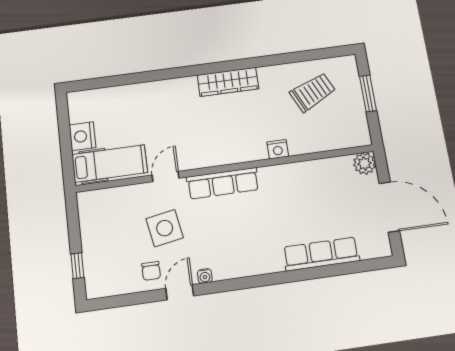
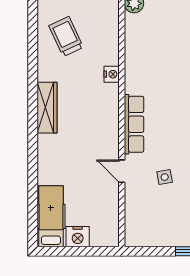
hospital bed: (110, 164) -> (51, 216), moved
side table: (165, 228) -> (165, 177), width x0.54, depth x0.54

